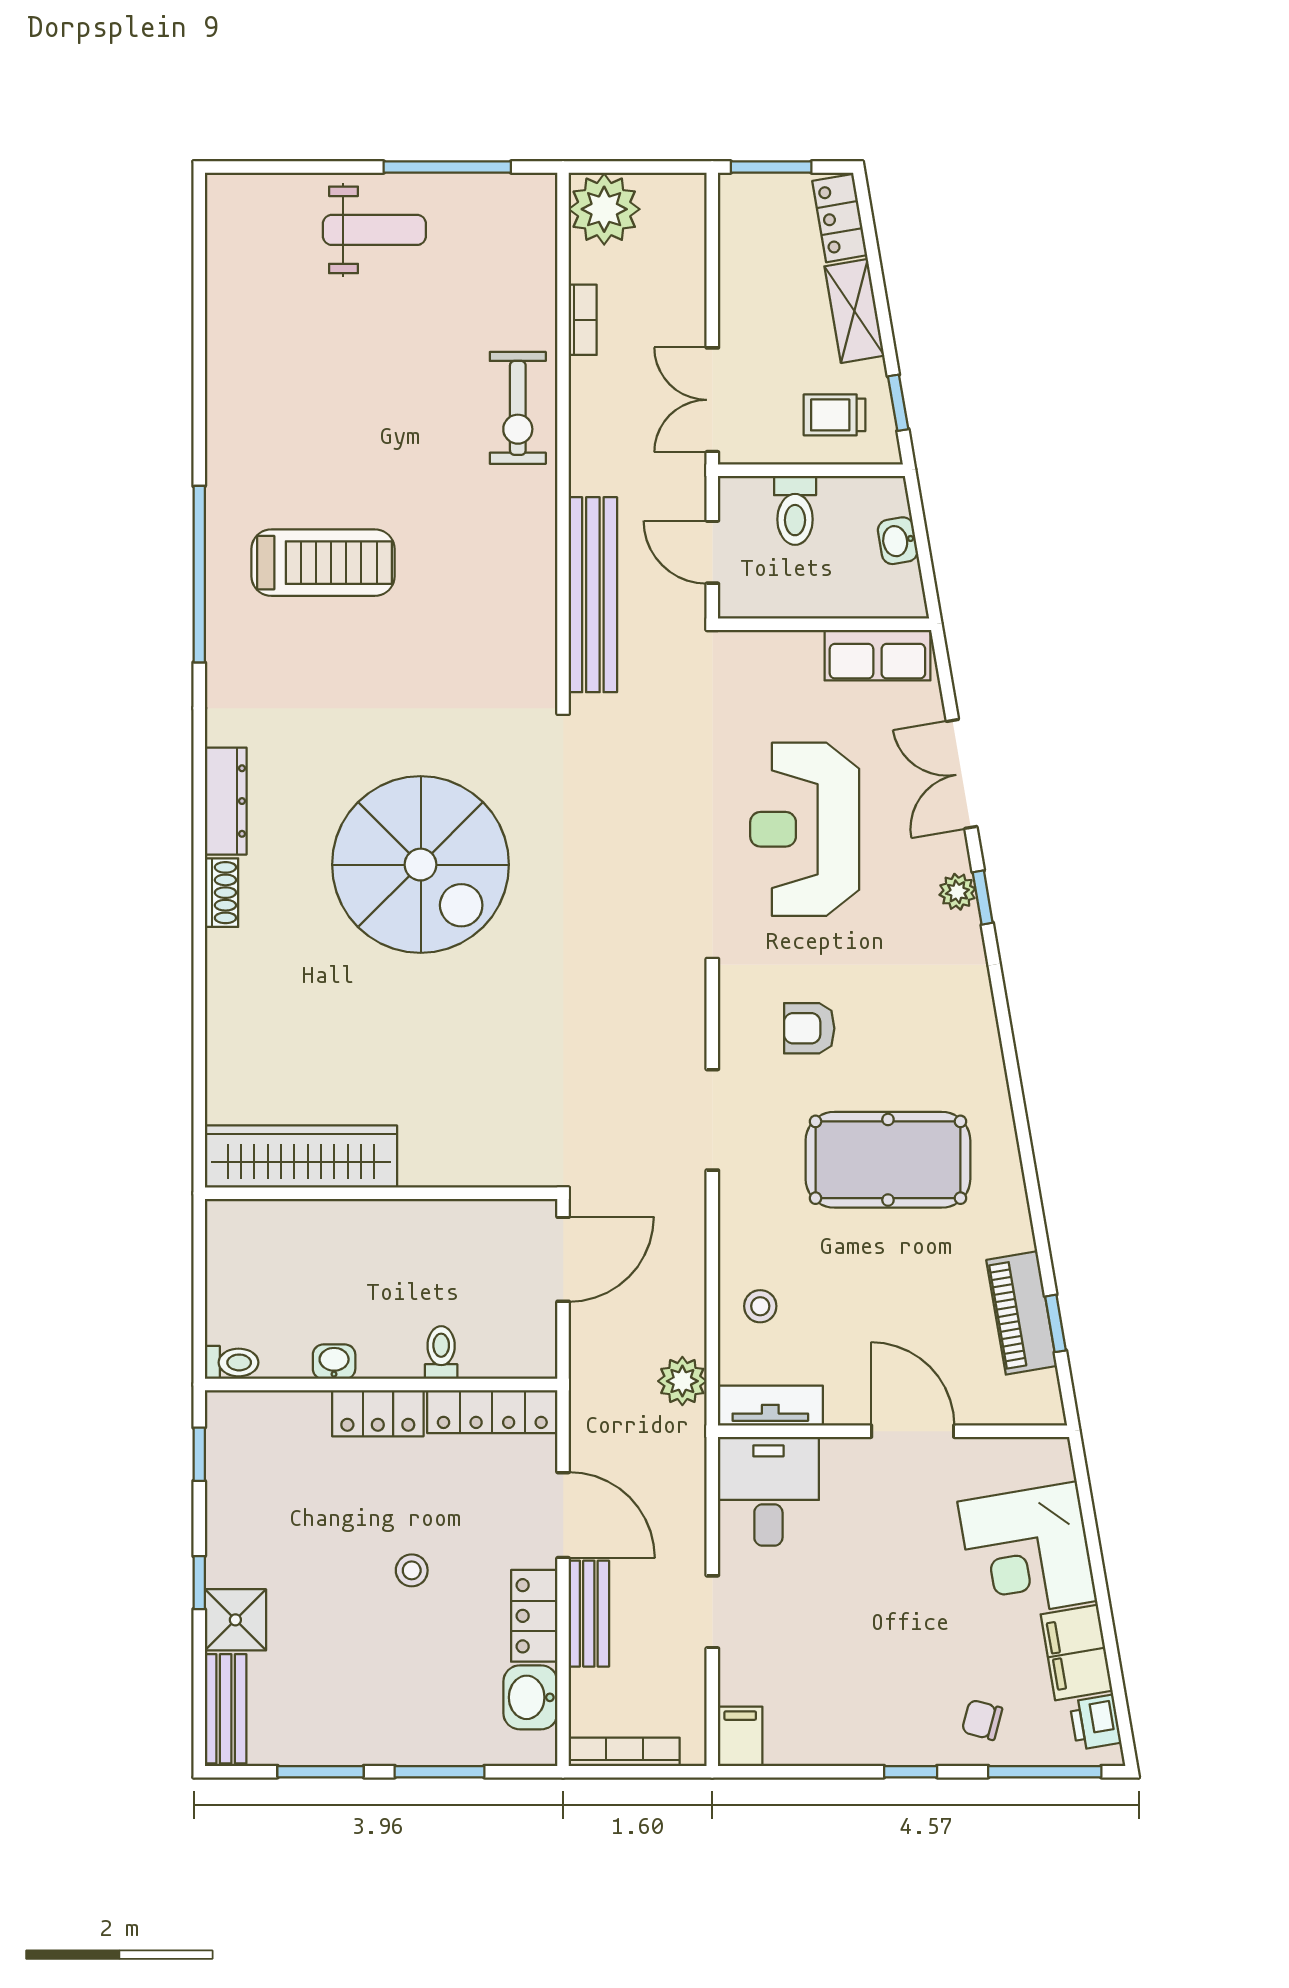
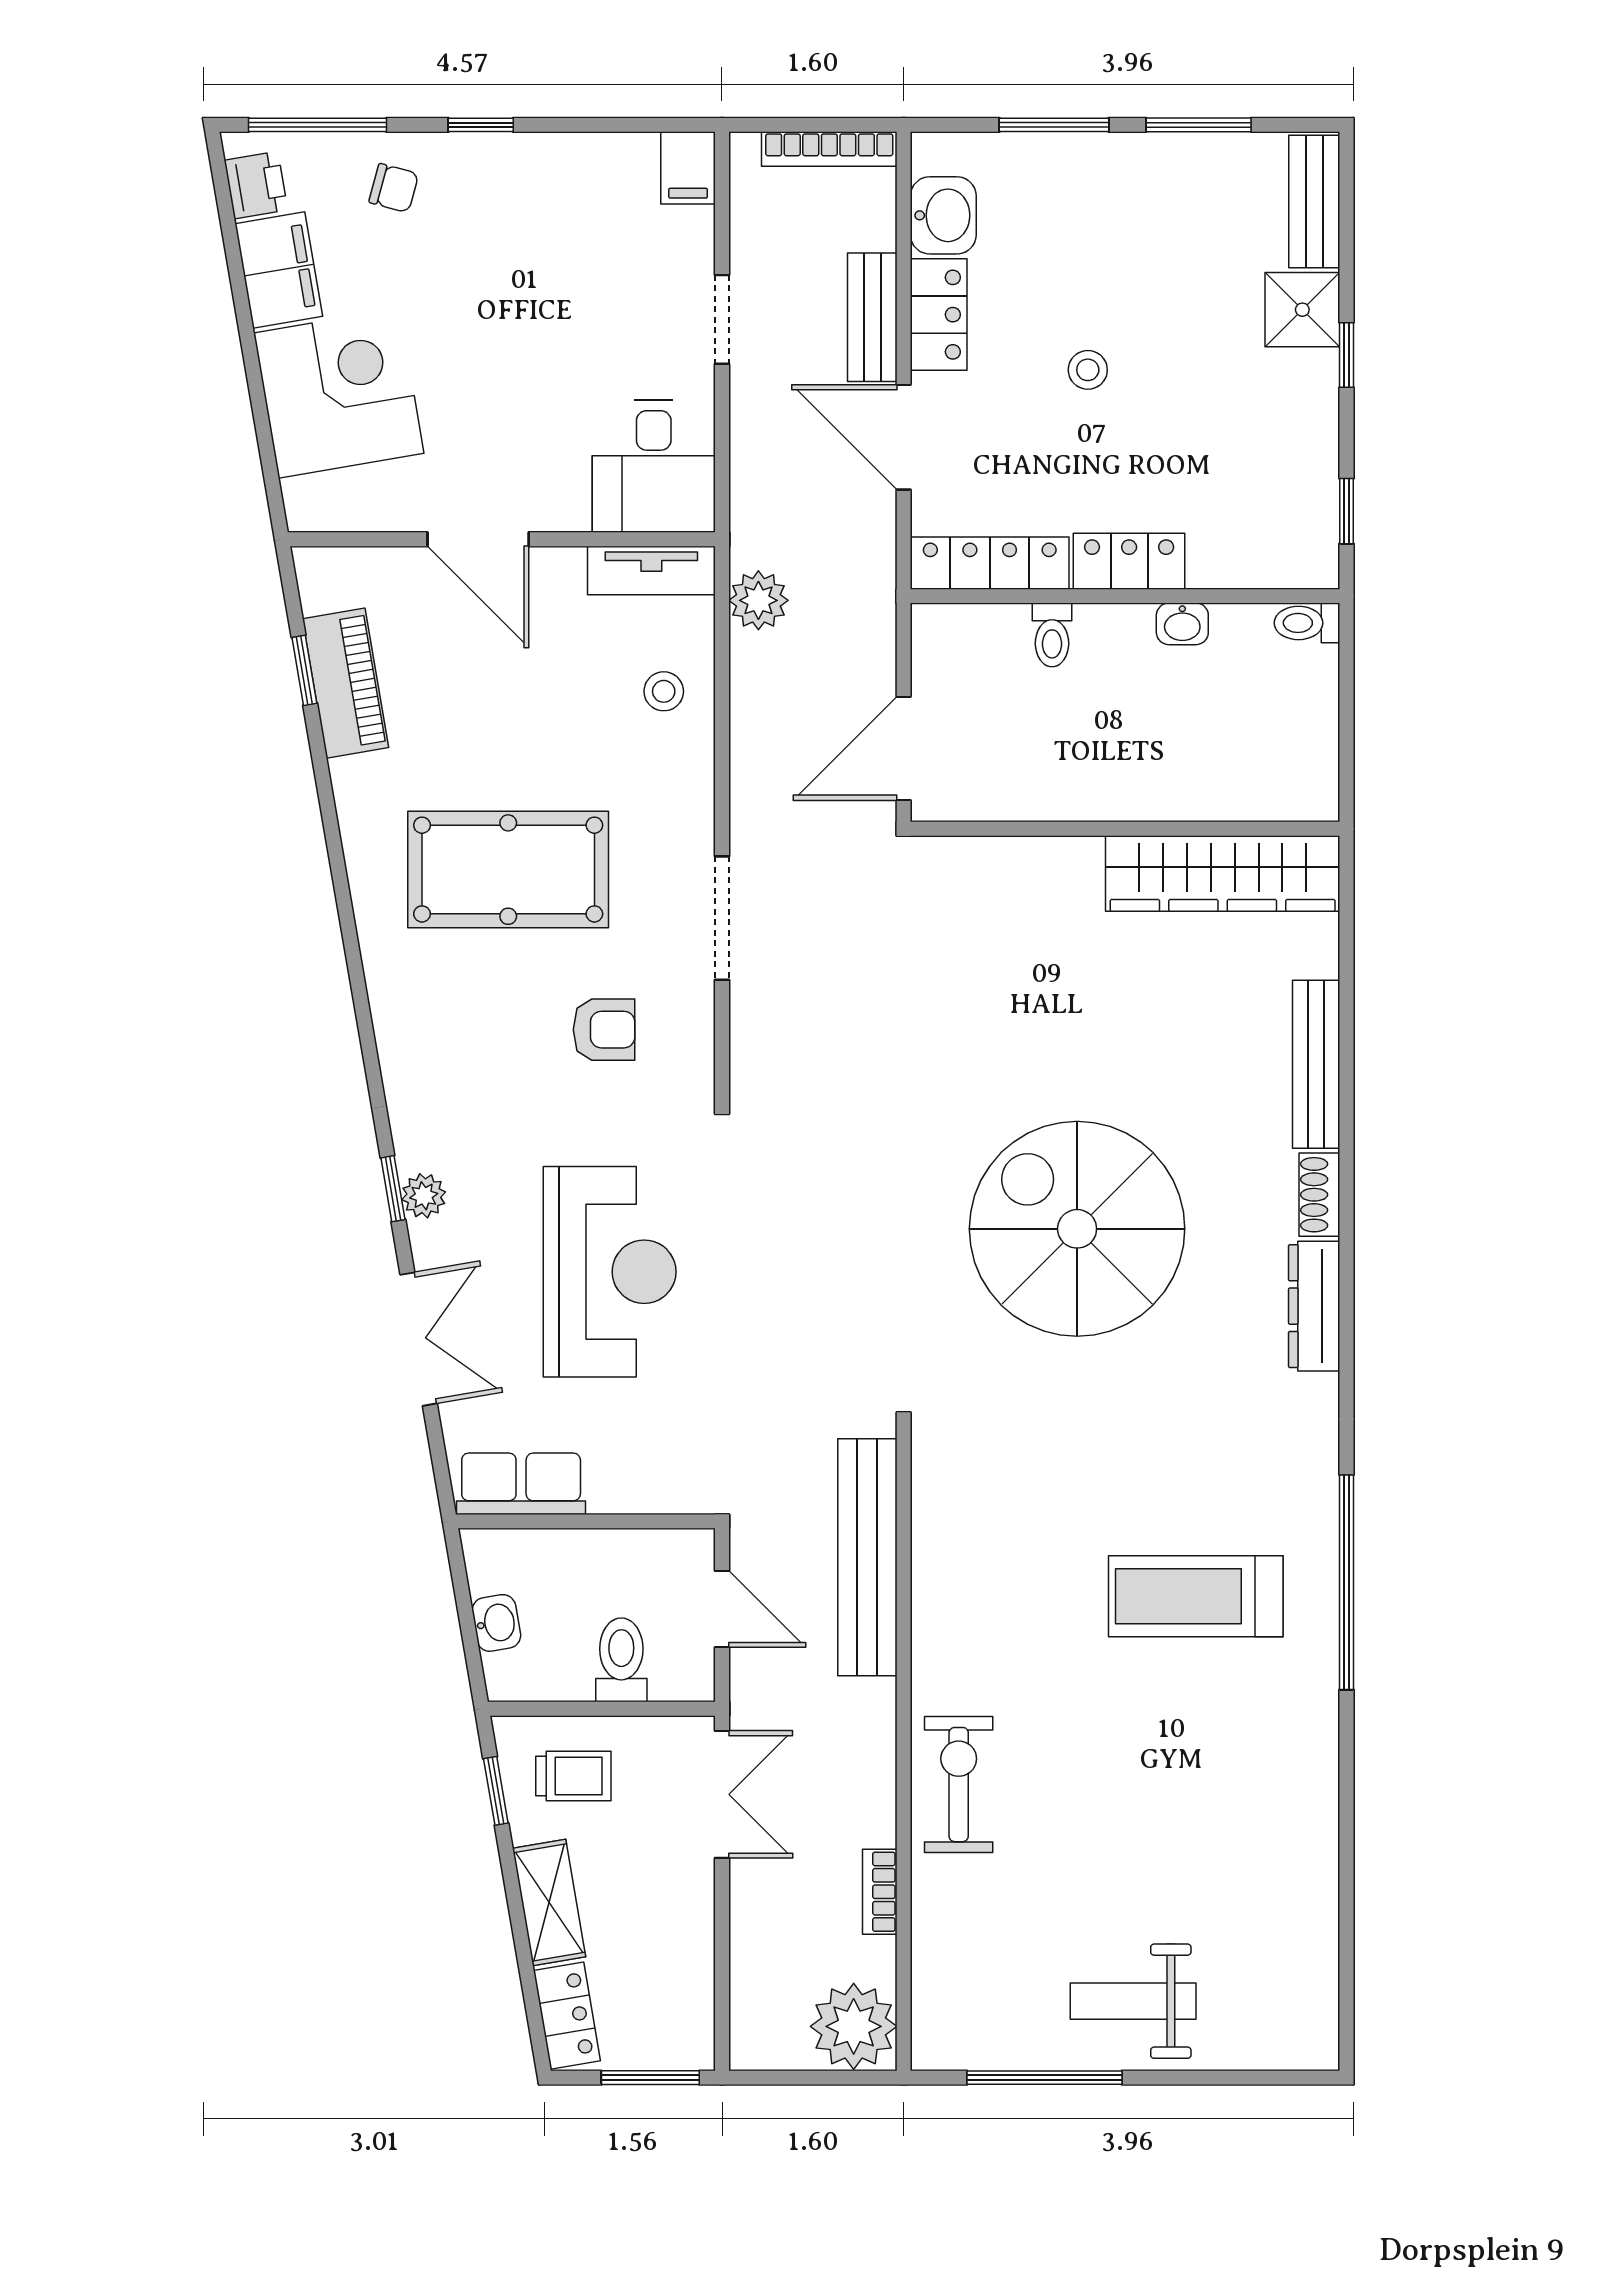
bench: (224, 1000) -> (1316, 1064), added

